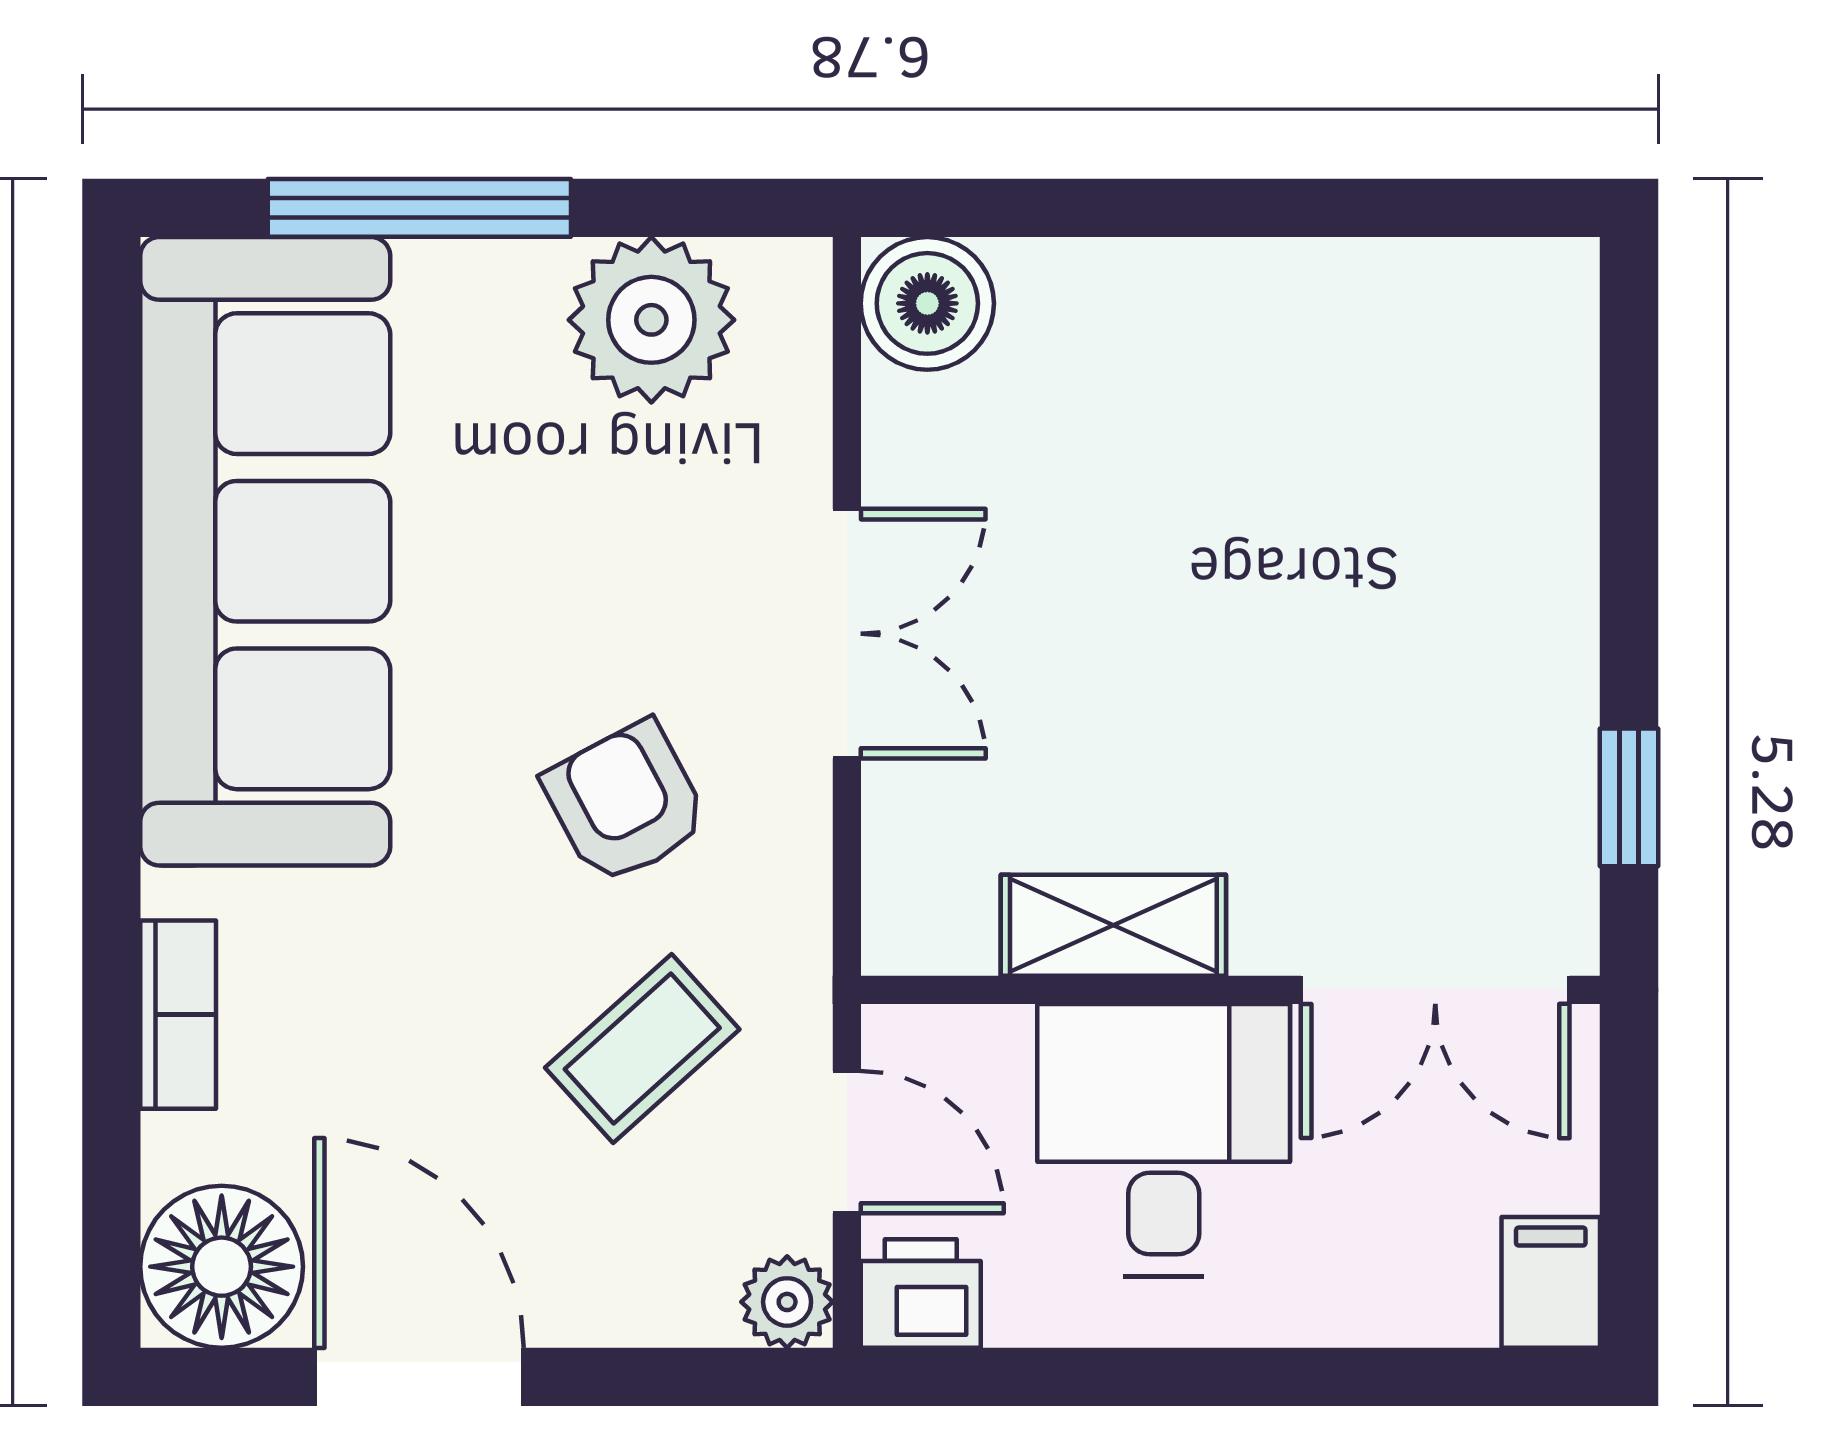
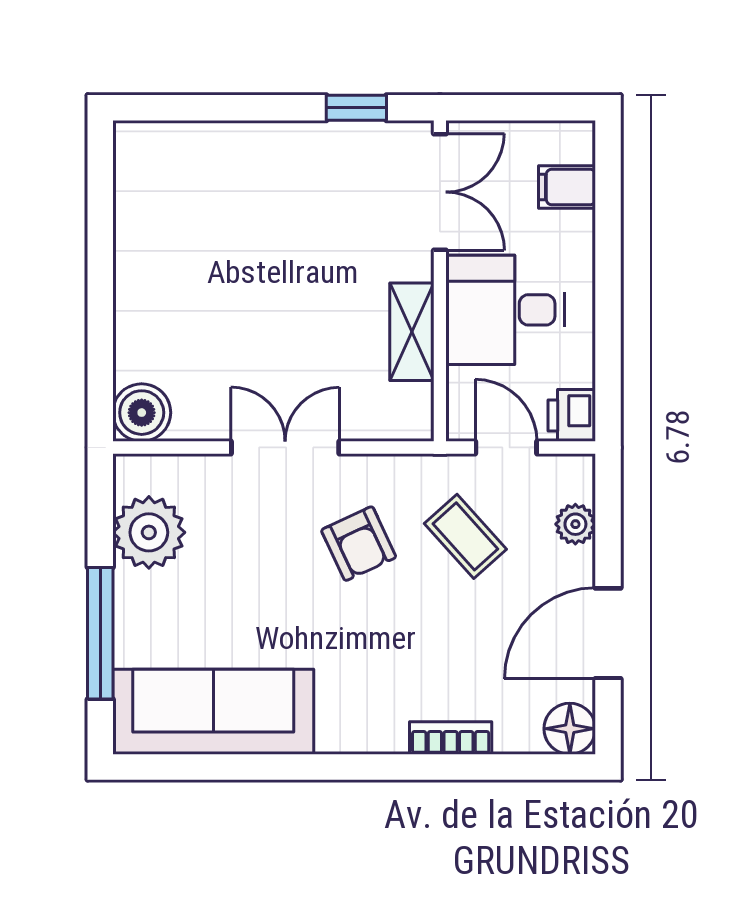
sofa: (265, 551) -> (213, 712), width x0.74, depth x0.79
armchair: (626, 803) -> (359, 544), turned -87
door: (847, 1142) -> (506, 447), hinge flipped
floor lamp: (222, 1267) -> (570, 729), width x0.73, depth x0.73
filing cabinet: (1551, 1282) -> (567, 187), moved
plant: (787, 1302) -> (575, 524), moved

